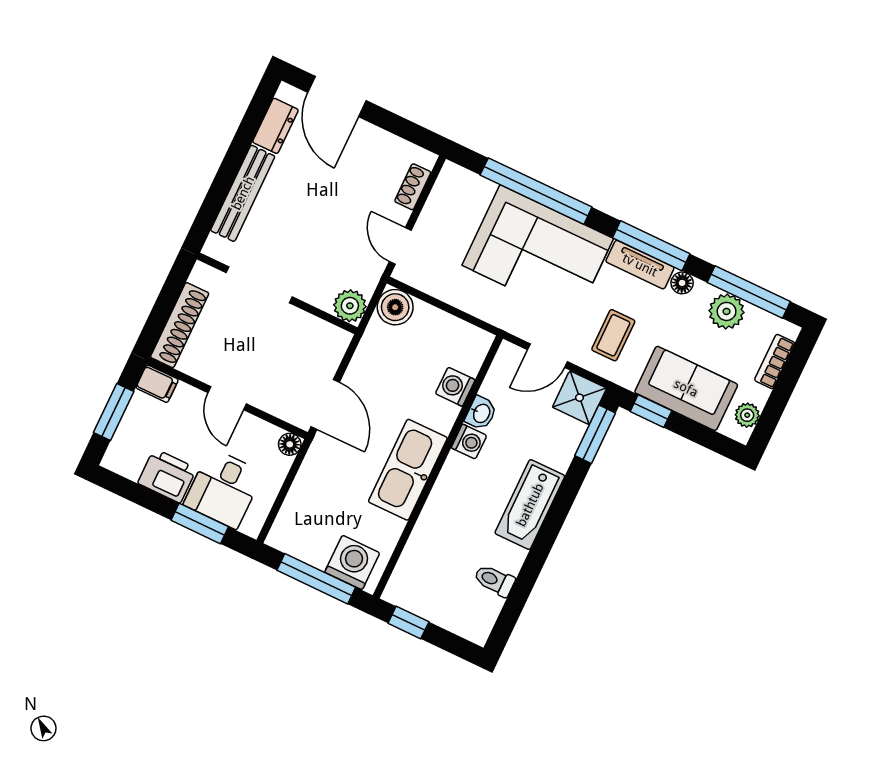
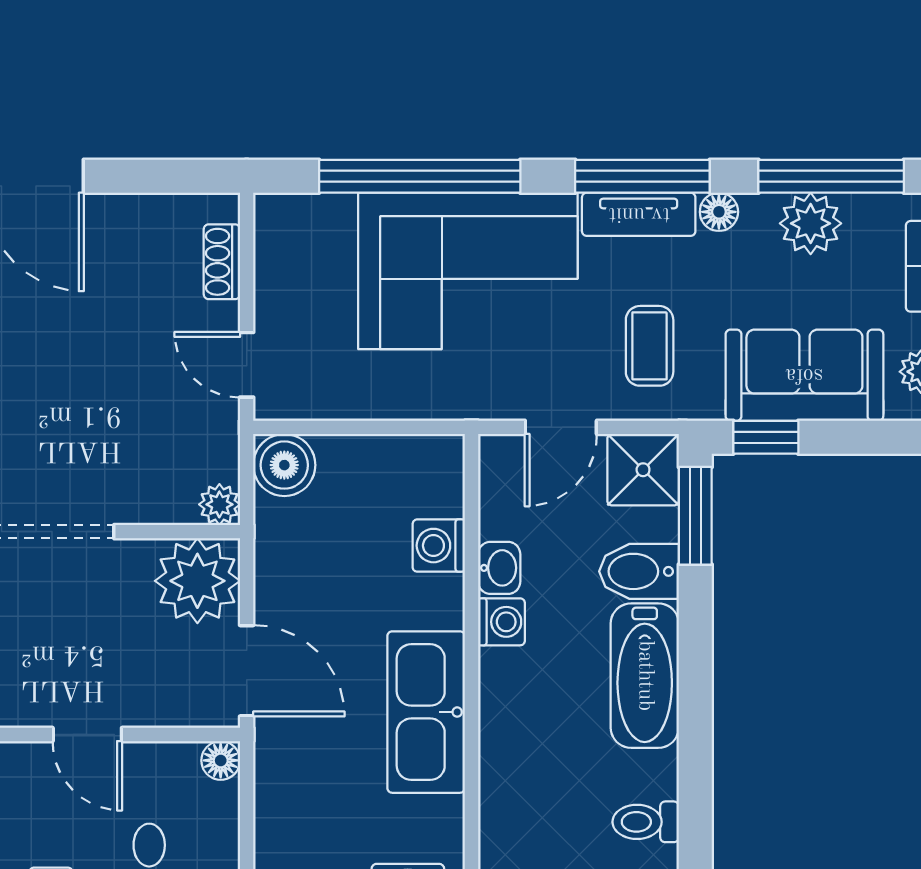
plant: (350, 306) -> (219, 504), width x0.73, depth x0.73
plant: (322, 346) -> (197, 581), added
bidet: (552, 449) -> (639, 571), added

